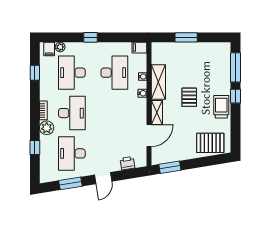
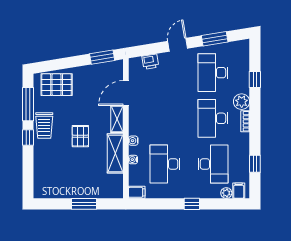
window: (236, 67) -> (28, 104), moved
desk: (72, 153) -> (213, 73), turned 180

